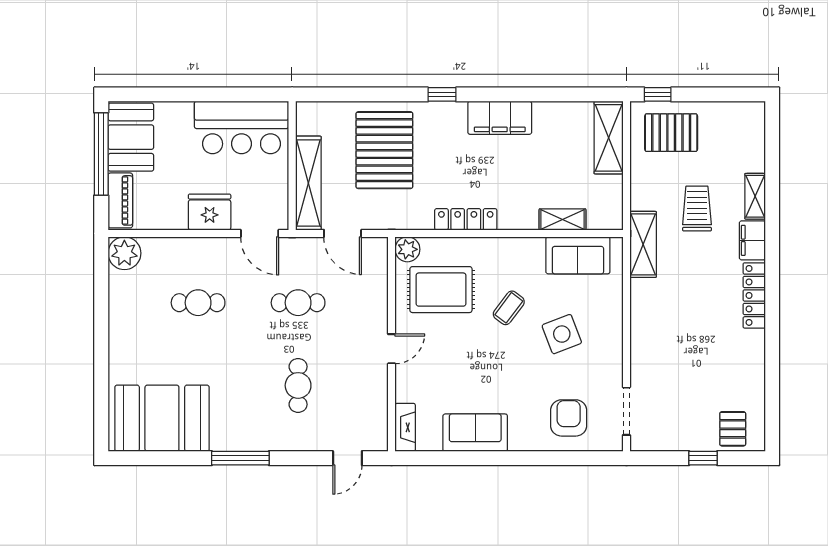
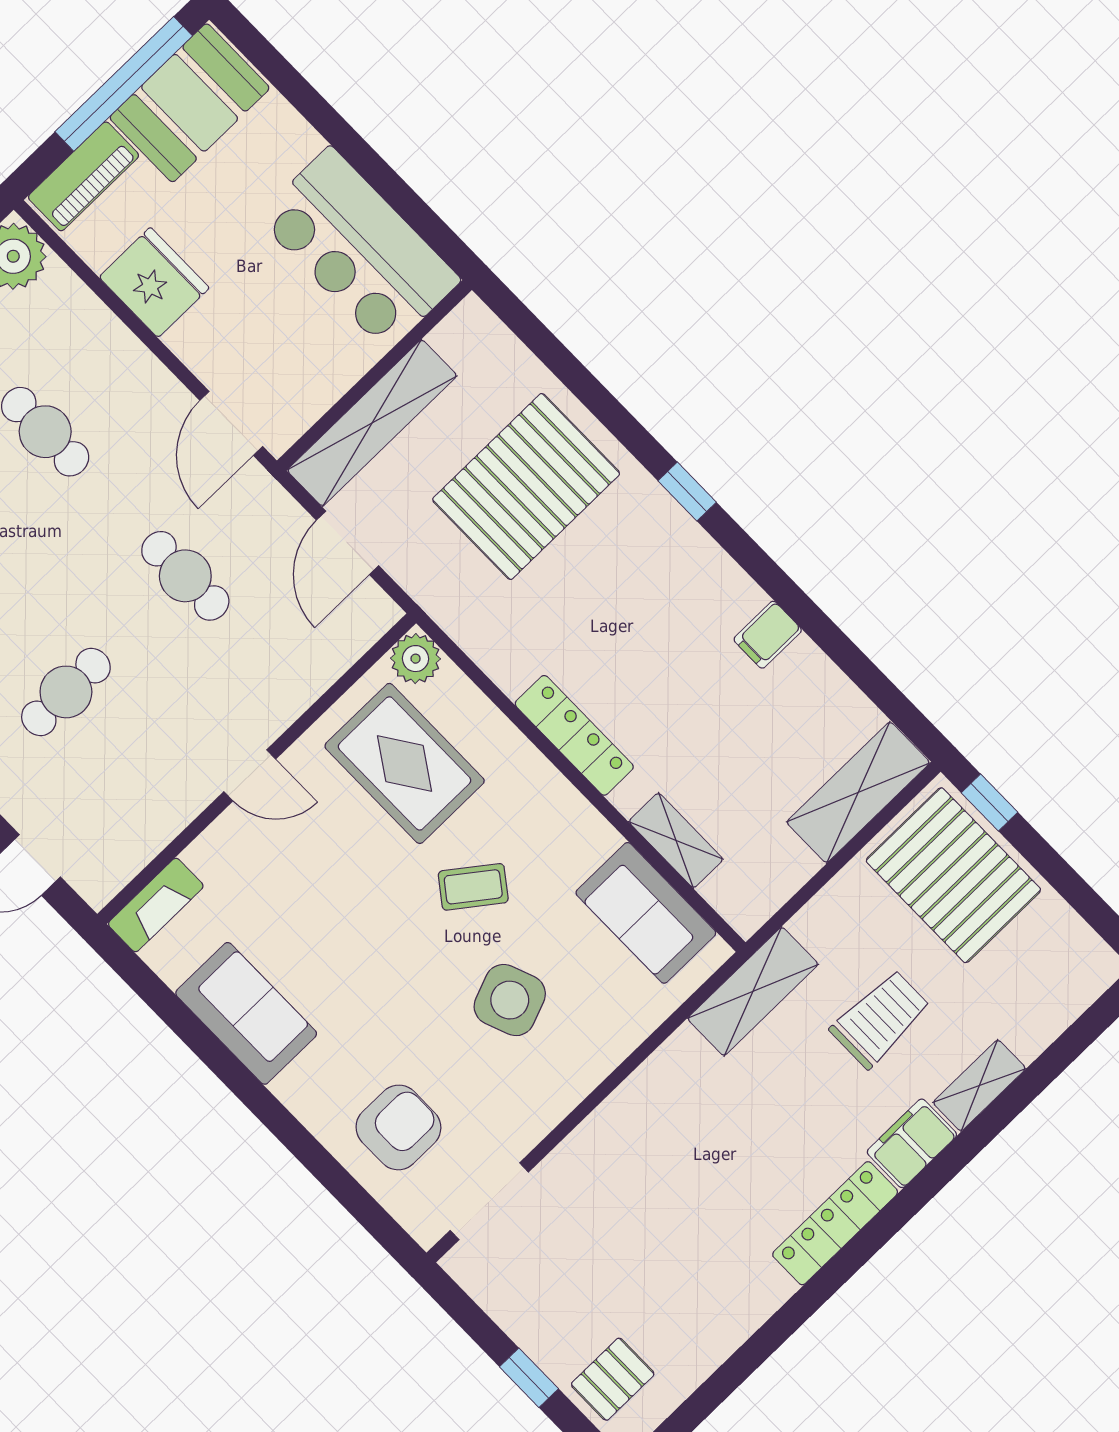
filing cabinet: (500, 118) -> (768, 635), width x0.33, depth x0.86
pallet: (671, 133) -> (953, 875), width x1.37, depth x1.41
fridge: (210, 212) -> (154, 282), moved
locker: (466, 219) -> (574, 735), moved

